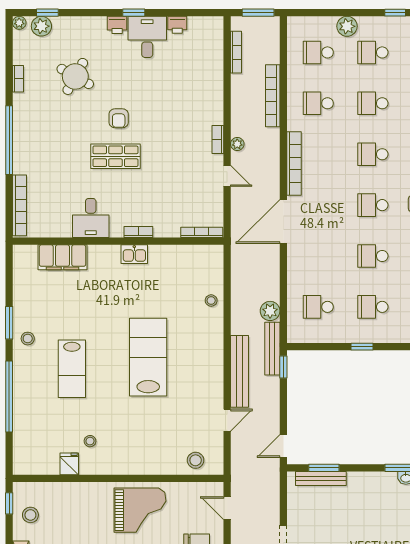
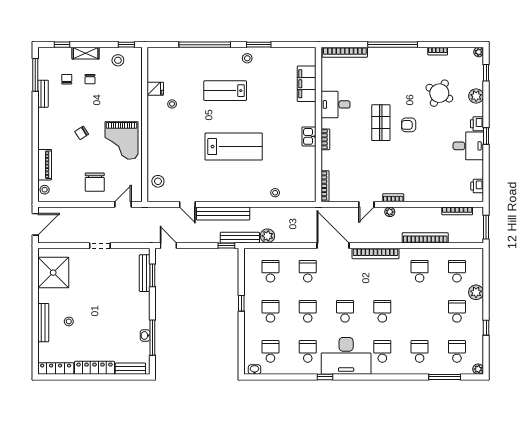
printer: (177, 25) -> (477, 186), moved
plant: (41, 26) -> (476, 96), moved
school desk: (373, 103) -> (308, 271), moved

